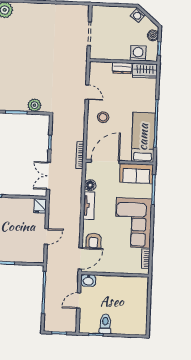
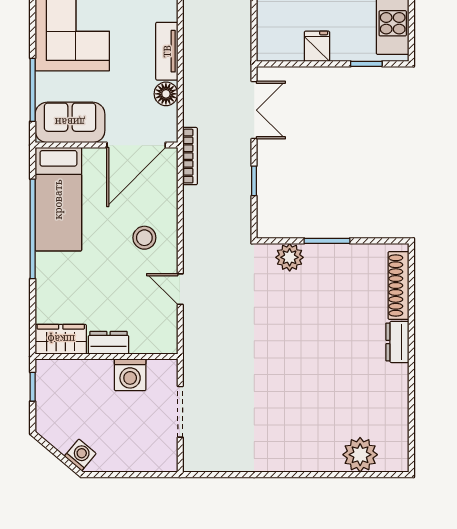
boiler: (153, 35) -> (47, 414), removed
washing machine: (138, 53) -> (130, 375), moved
fridge: (40, 206) -> (317, 46), moved

